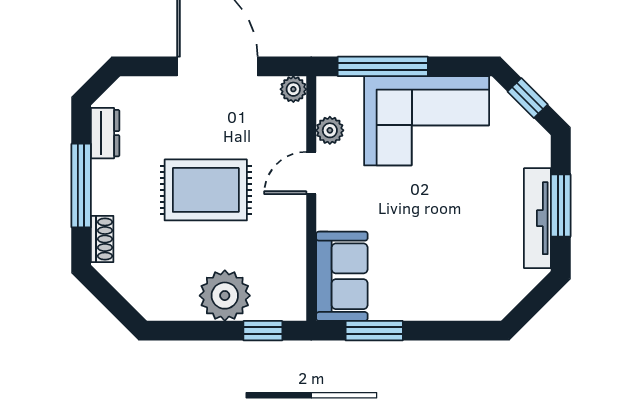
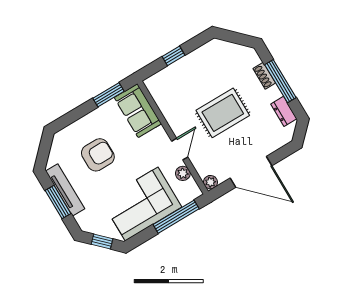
shoe rack: (102, 239) -> (264, 76), moved
armchair: (450, 243) -> (98, 155), added
plant: (225, 296) -> (186, 70), removed
window: (263, 331) -> (173, 56), moved

